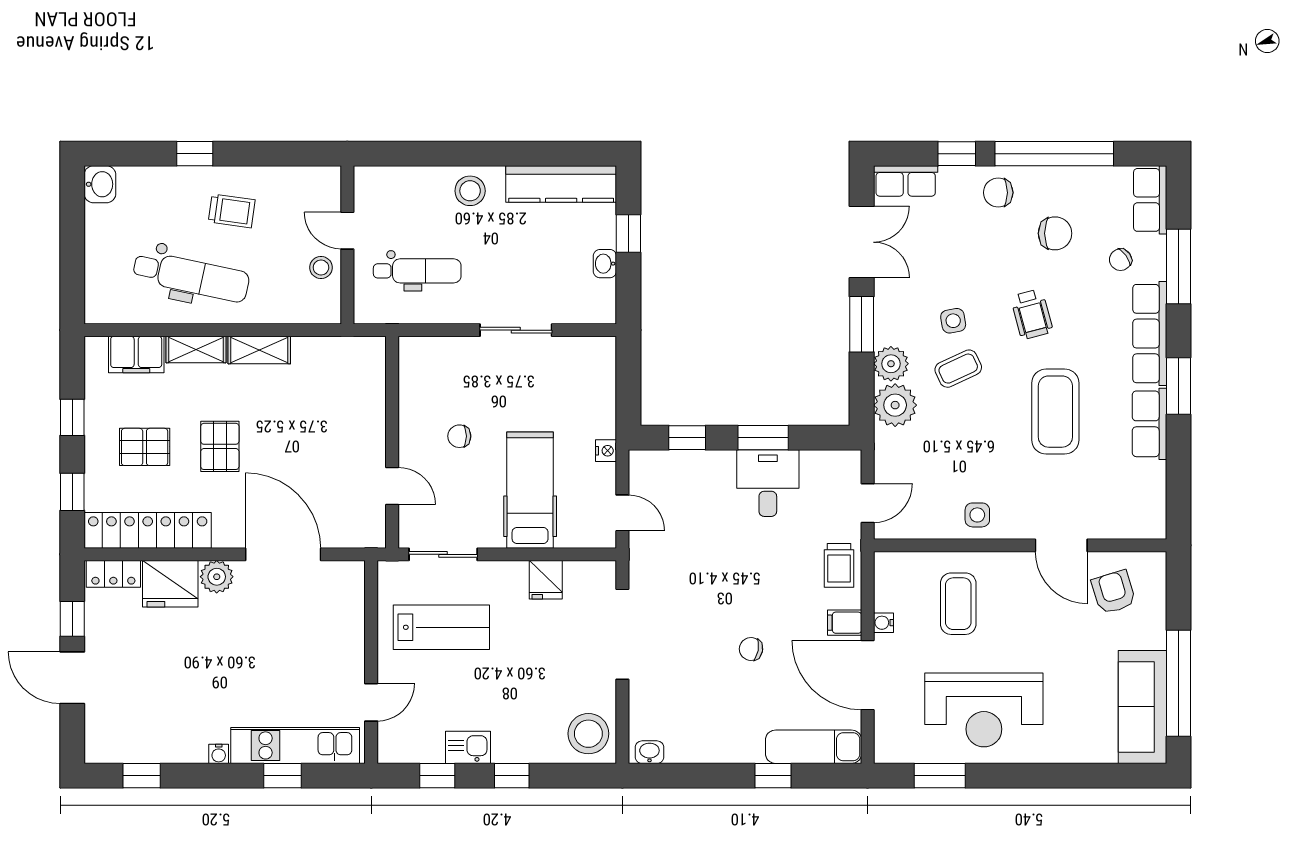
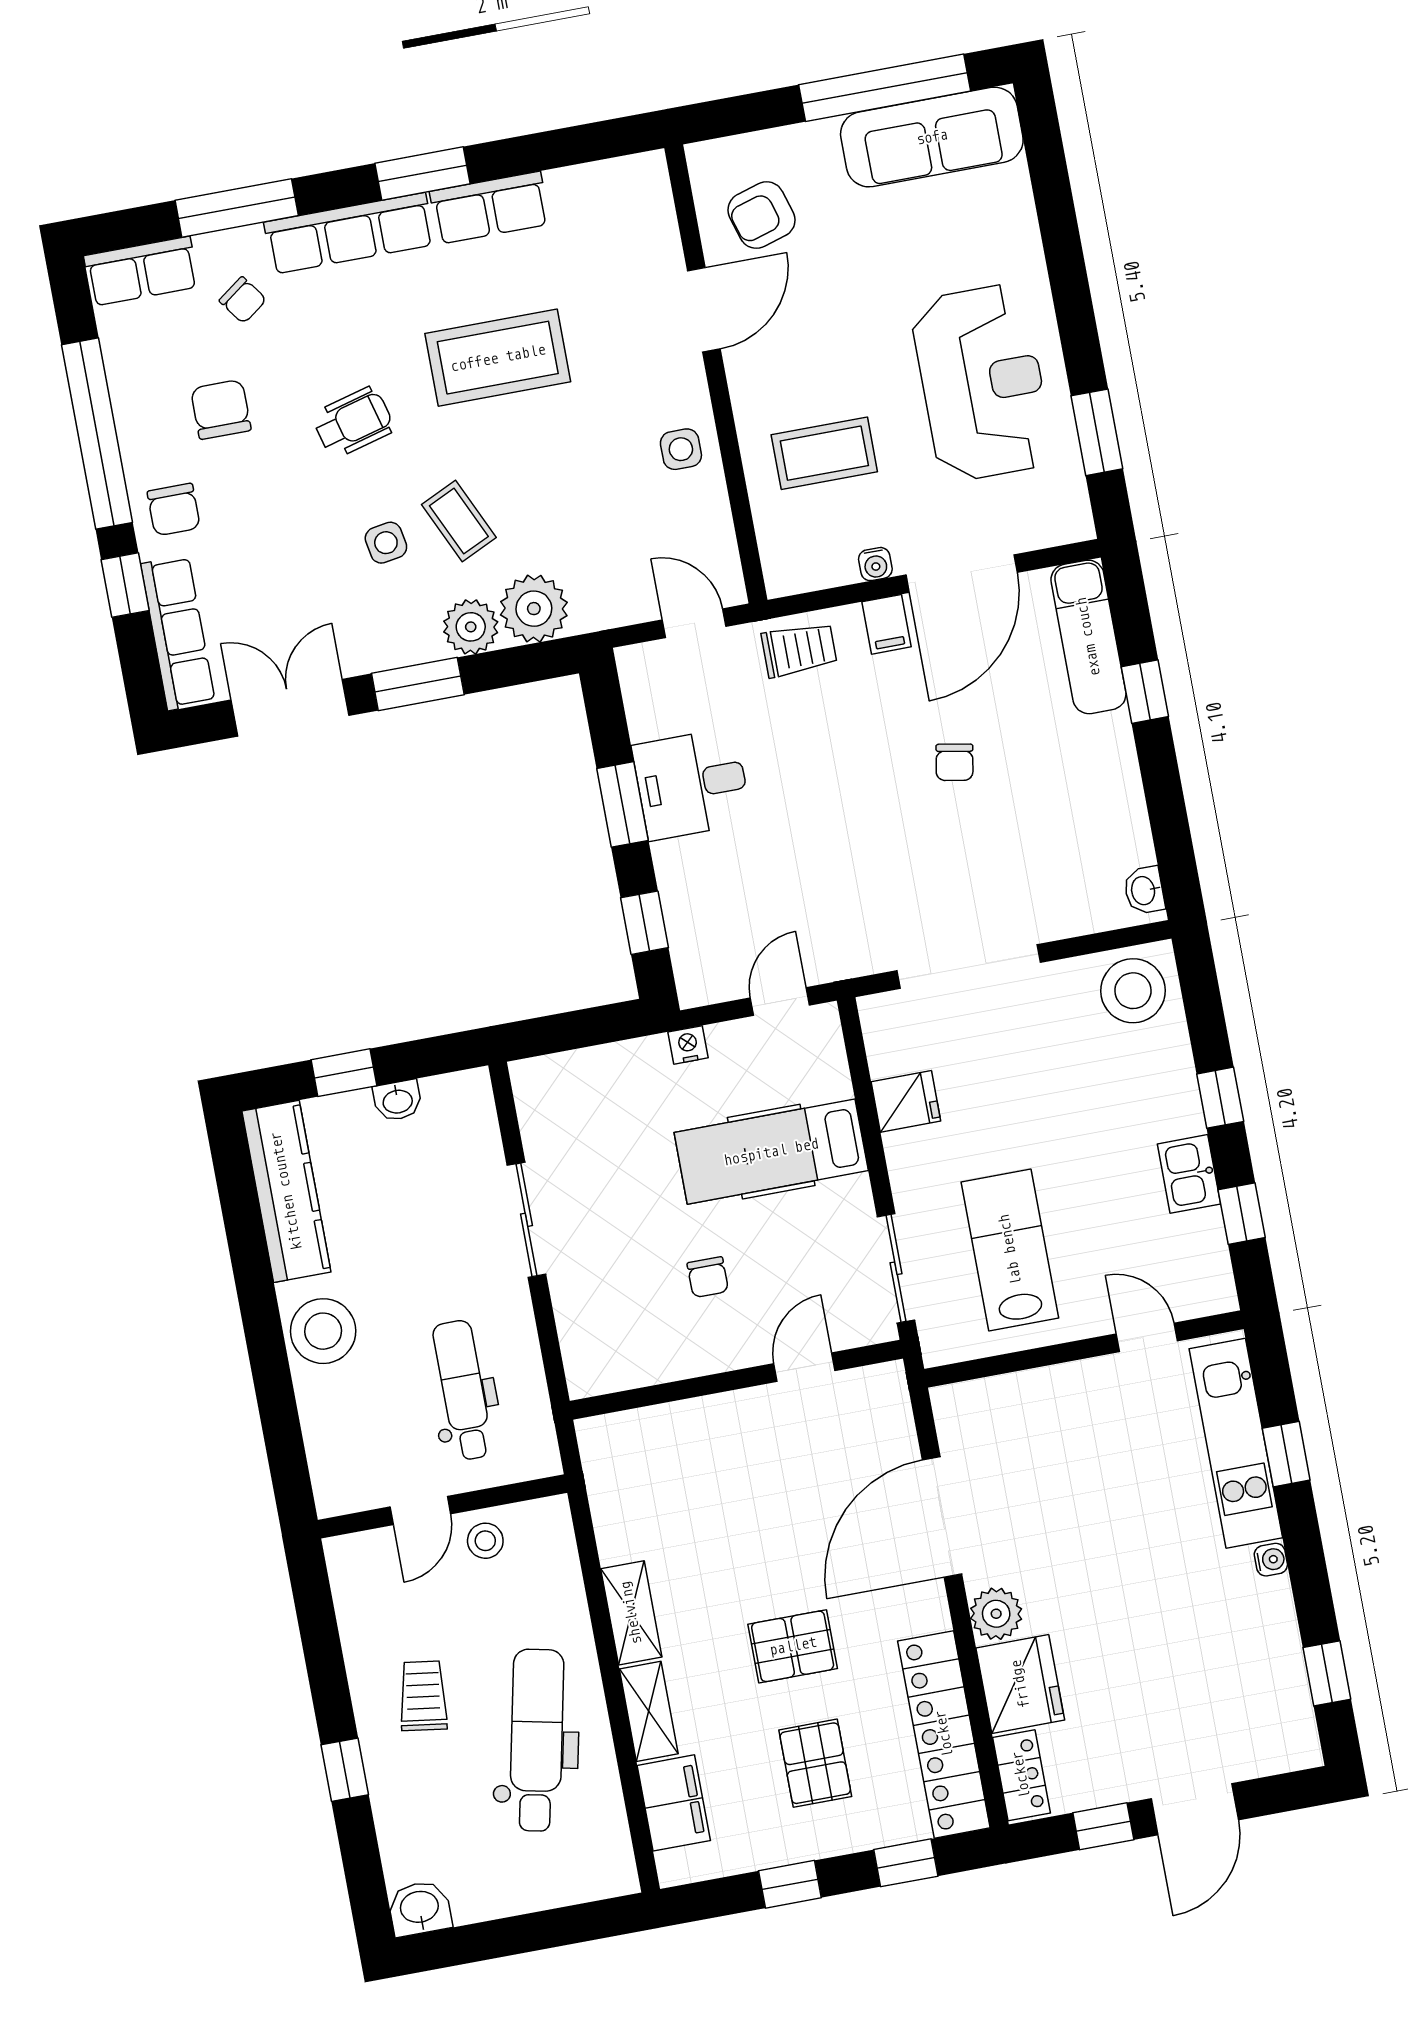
row of seats: (906, 181) -> (178, 633), width x1.48
stool: (470, 191) -> (323, 1331), width x1.38, depth x1.38

